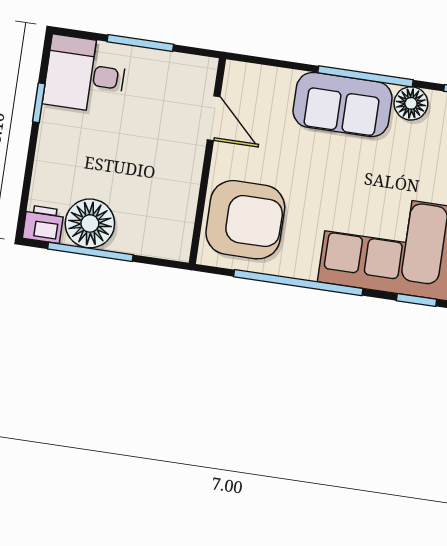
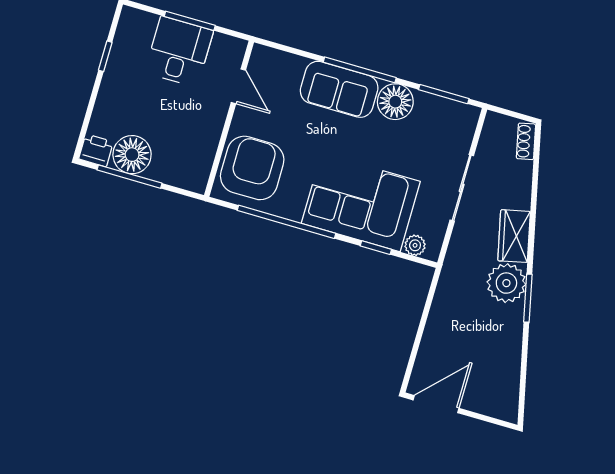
desk: (85, 74) -> (179, 52), moved, turned 90
floor lamp: (411, 103) -> (395, 102), width x1.38, depth x1.38
armchair: (245, 220) -> (252, 168), turned -90

